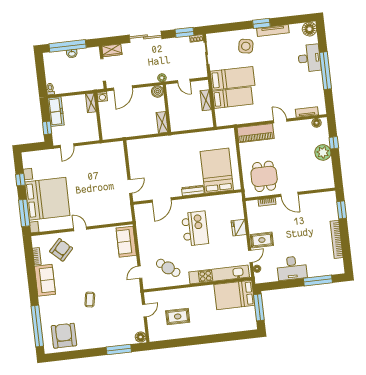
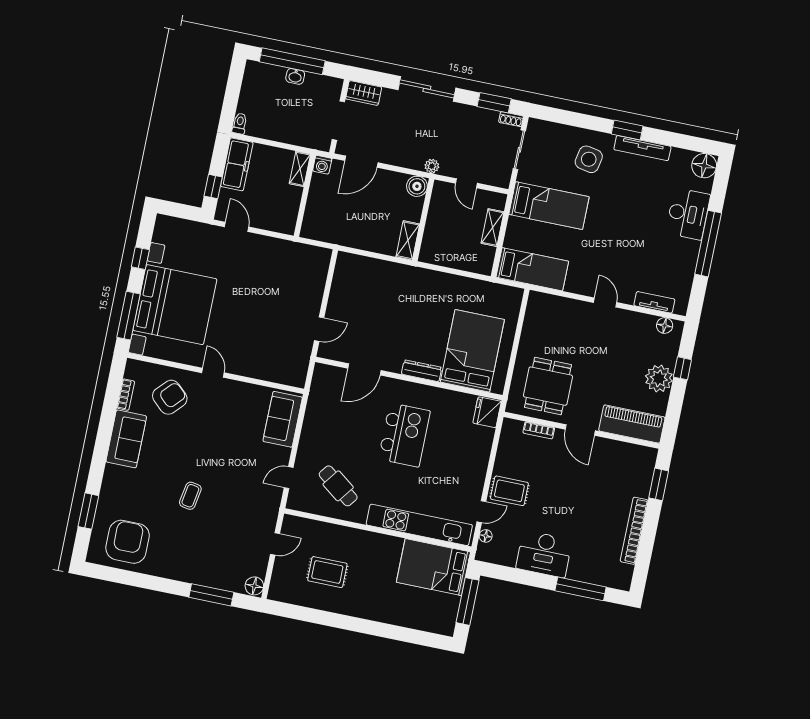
bed: (233, 98) -> (532, 269), moved
piano: (256, 133) -> (632, 424), moved, turned 180
door: (67, 146) -> (237, 227), swing flipped
fridge: (239, 228) -> (487, 412), moved
window: (37, 326) -> (88, 511), width x0.47

